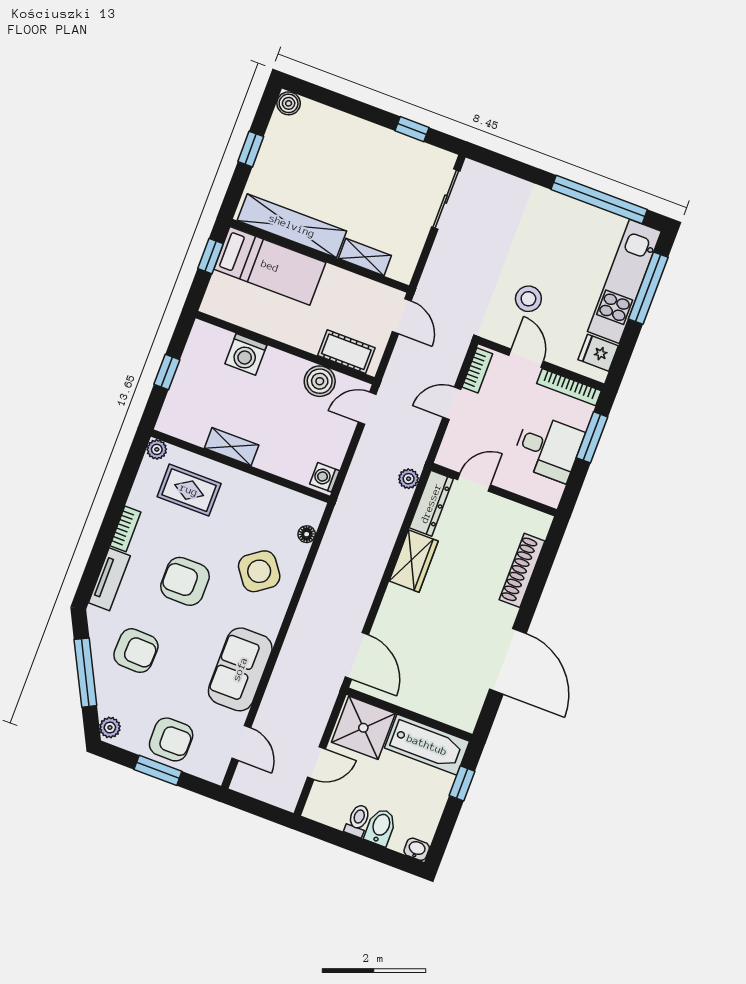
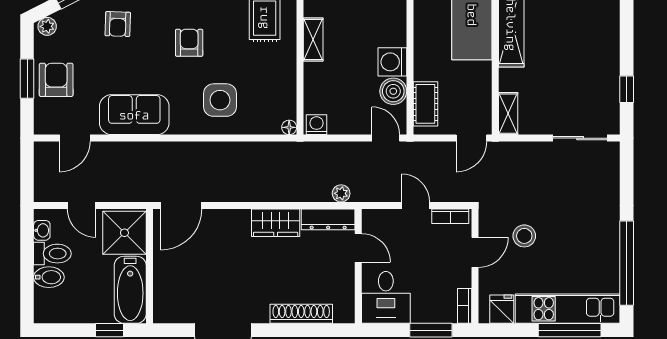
shelving: (365, 257) -> (508, 114), moved
washing machine: (246, 354) -> (392, 62), moved
bookcase: (569, 387) -> (465, 306), width x0.64
desk: (548, 448) -> (386, 297), moved
floor lamp: (307, 534) -> (289, 127), moved
side table: (259, 571) -> (220, 100), turned 36
armchair: (185, 581) -> (189, 43), width x0.72, depth x0.72
armchair: (136, 651) -> (118, 24), width x0.72, depth x0.72
armchair: (171, 739) -> (56, 80), turned 180
toilet: (358, 821) -> (52, 254), width x1.37, depth x1.39
washbasin: (417, 849) -> (42, 230), moved

